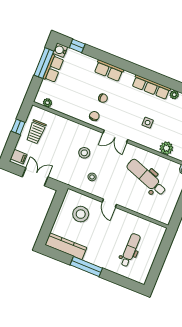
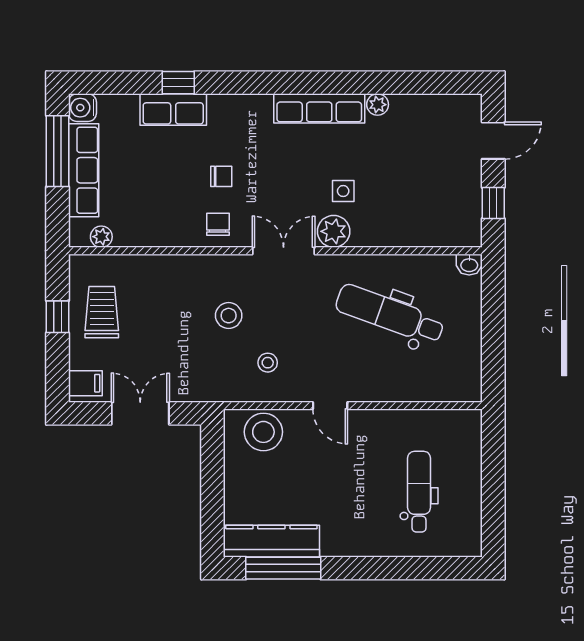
window: (77, 46) -> (178, 83), moved
row of seats: (53, 69) -> (84, 170), width x1.48
row of seats: (109, 71) -> (173, 110), moved
trolley: (36, 132) -> (102, 312), turned 180
double door: (115, 136) -> (284, 251), swing flipped
plant: (166, 148) -> (334, 231), moved
stool: (81, 214) -> (263, 432), moved
window: (86, 267) -> (283, 568), moved

